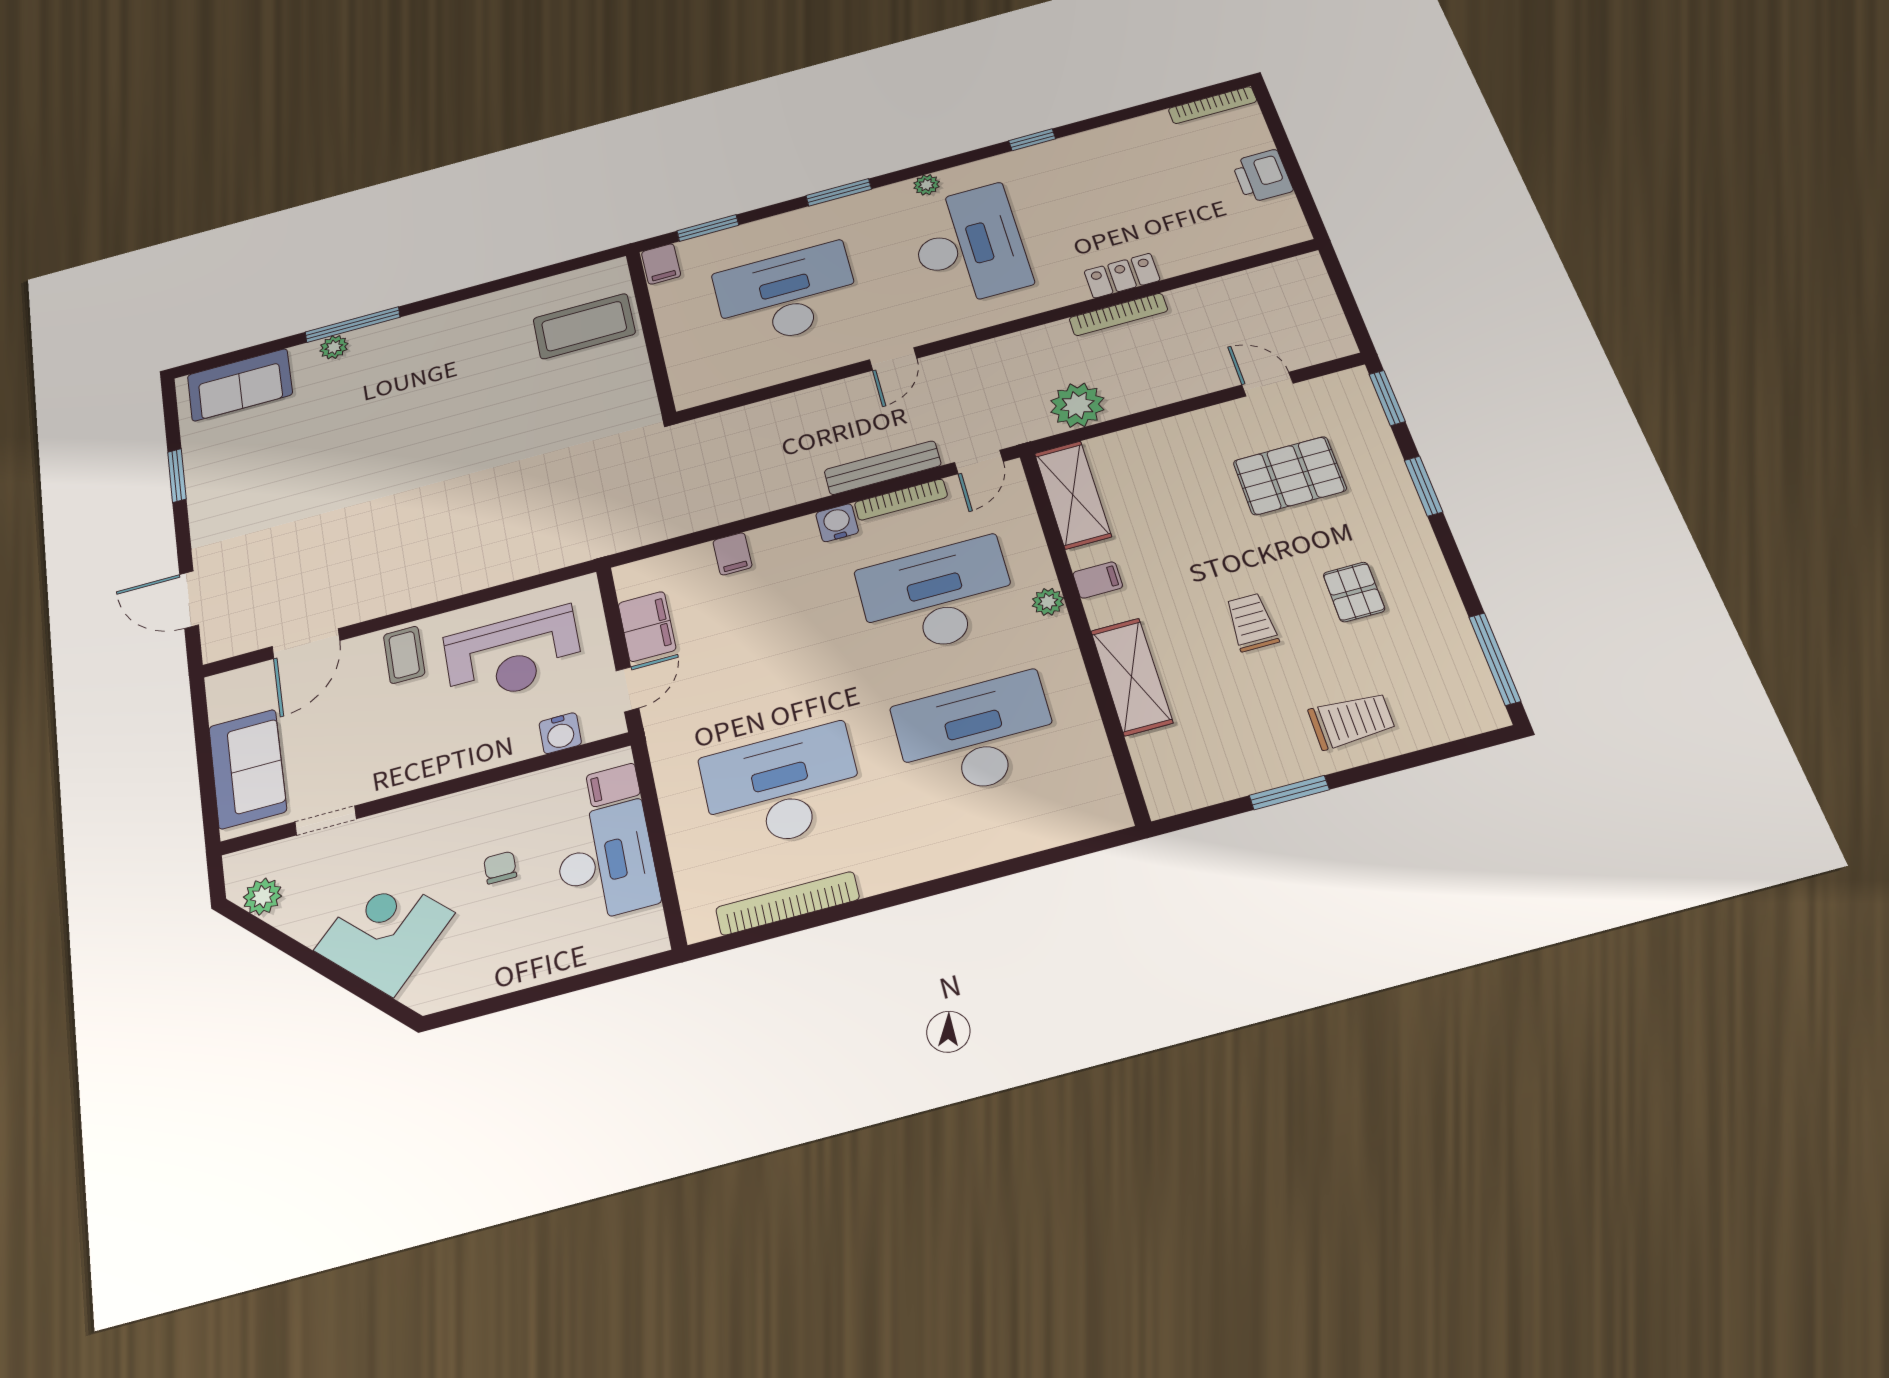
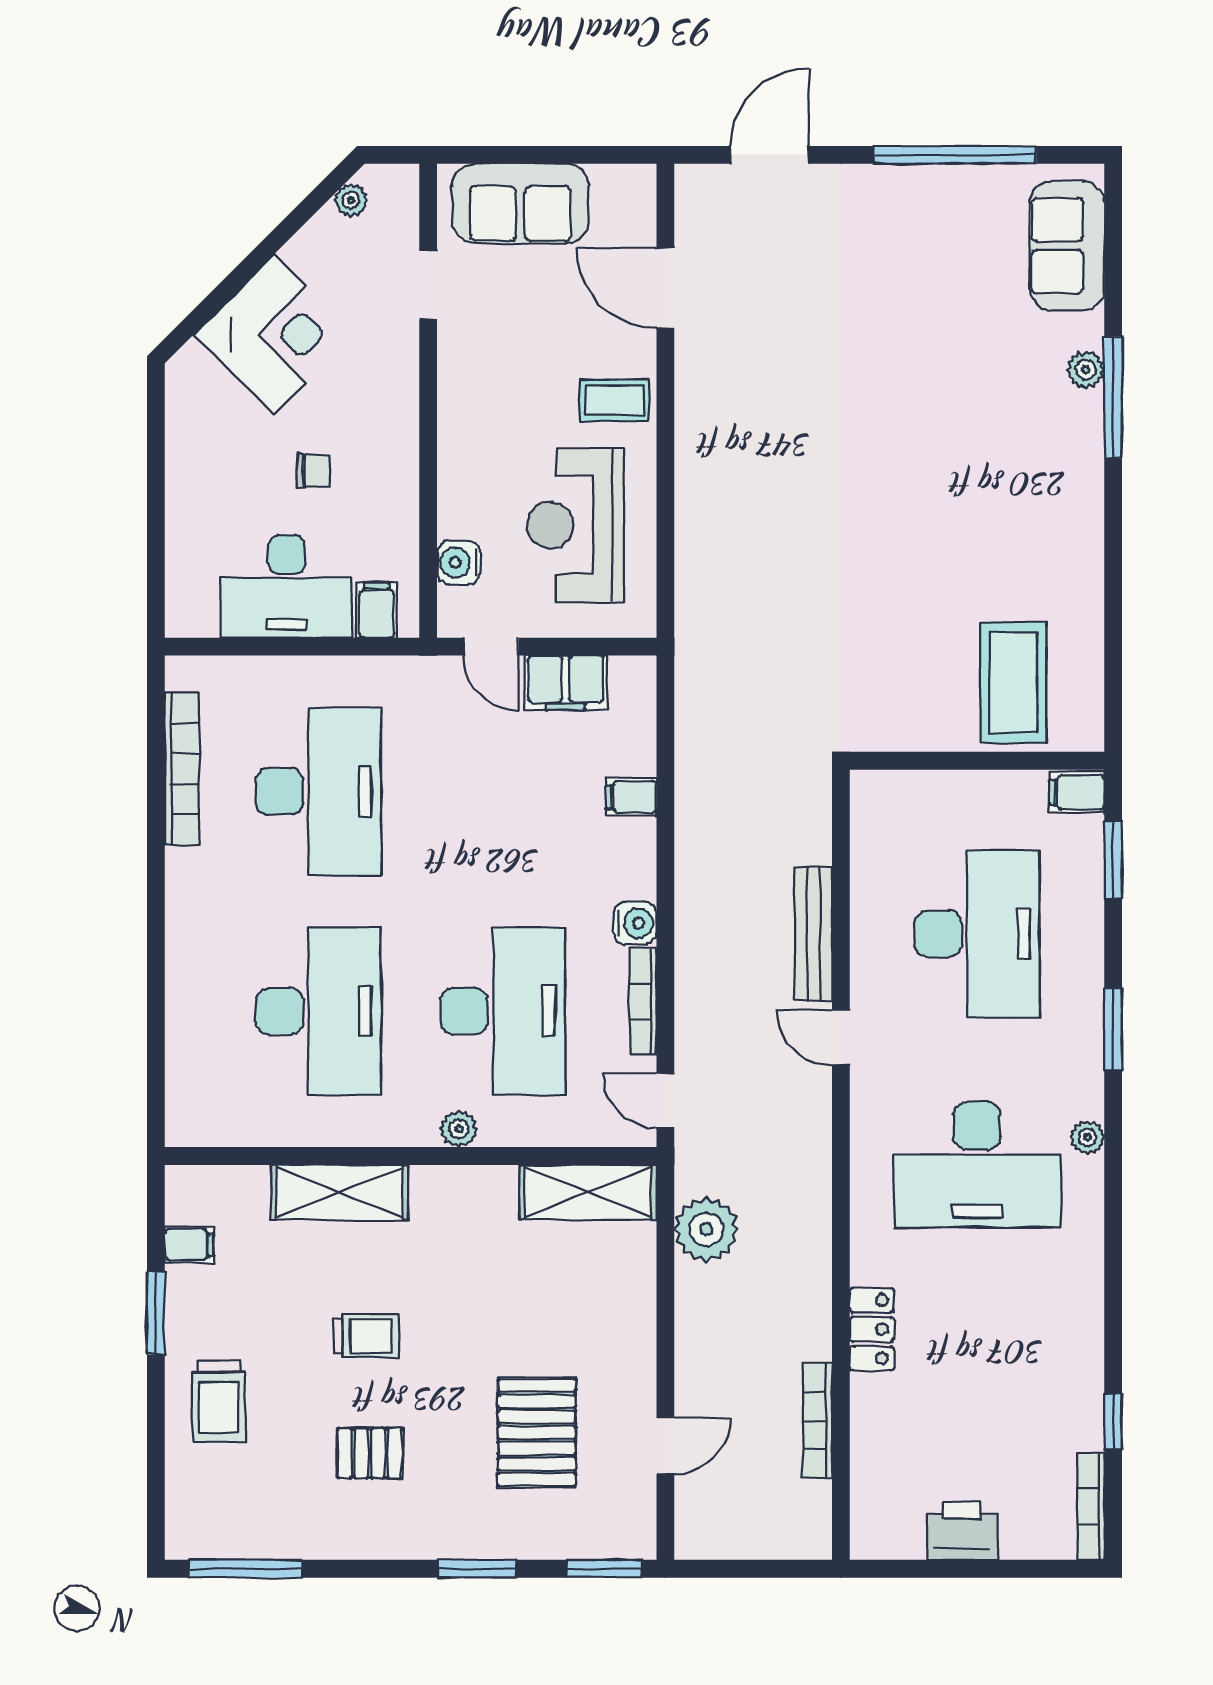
window: (1032, 140) -> (1113, 1421), moved
bookcase: (1118, 314) -> (817, 1420), moved
bench: (883, 468) -> (813, 934), moved
window: (177, 475) -> (955, 155), width x2.11
filing cabinet: (1098, 580) -> (189, 1244), moved, turned -90
plant: (262, 897) -> (351, 200), width x0.73, depth x0.73

